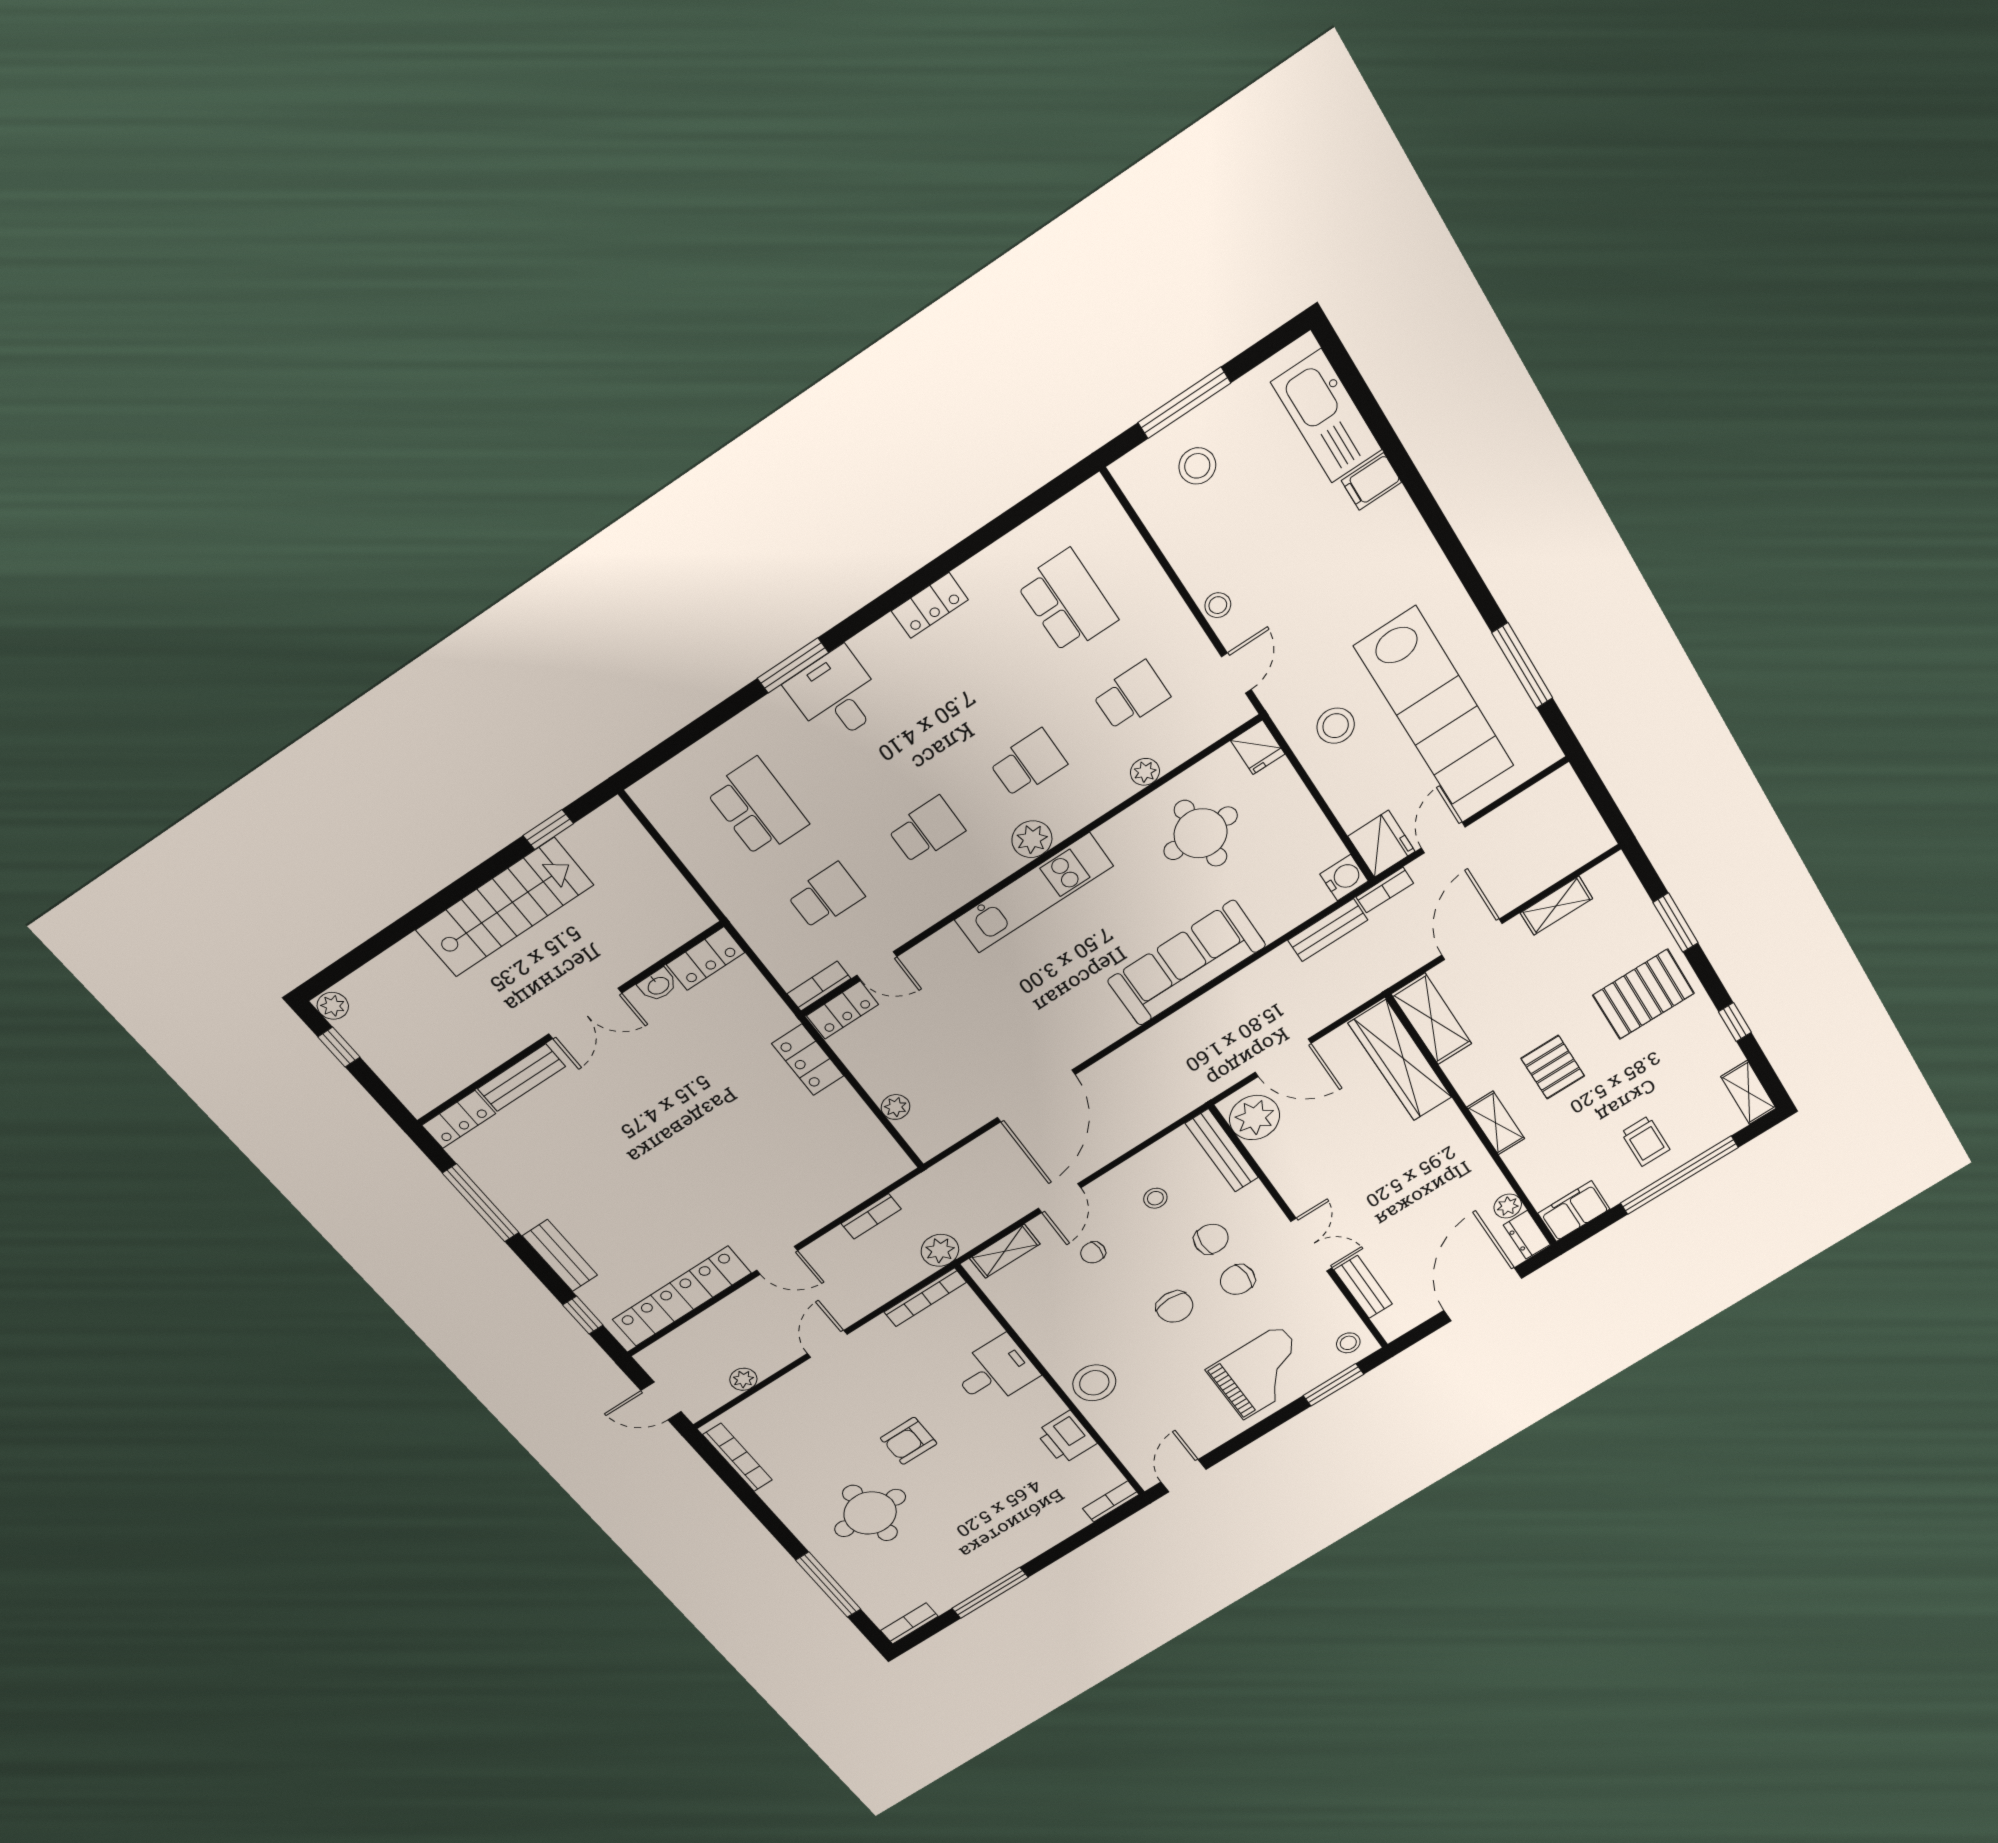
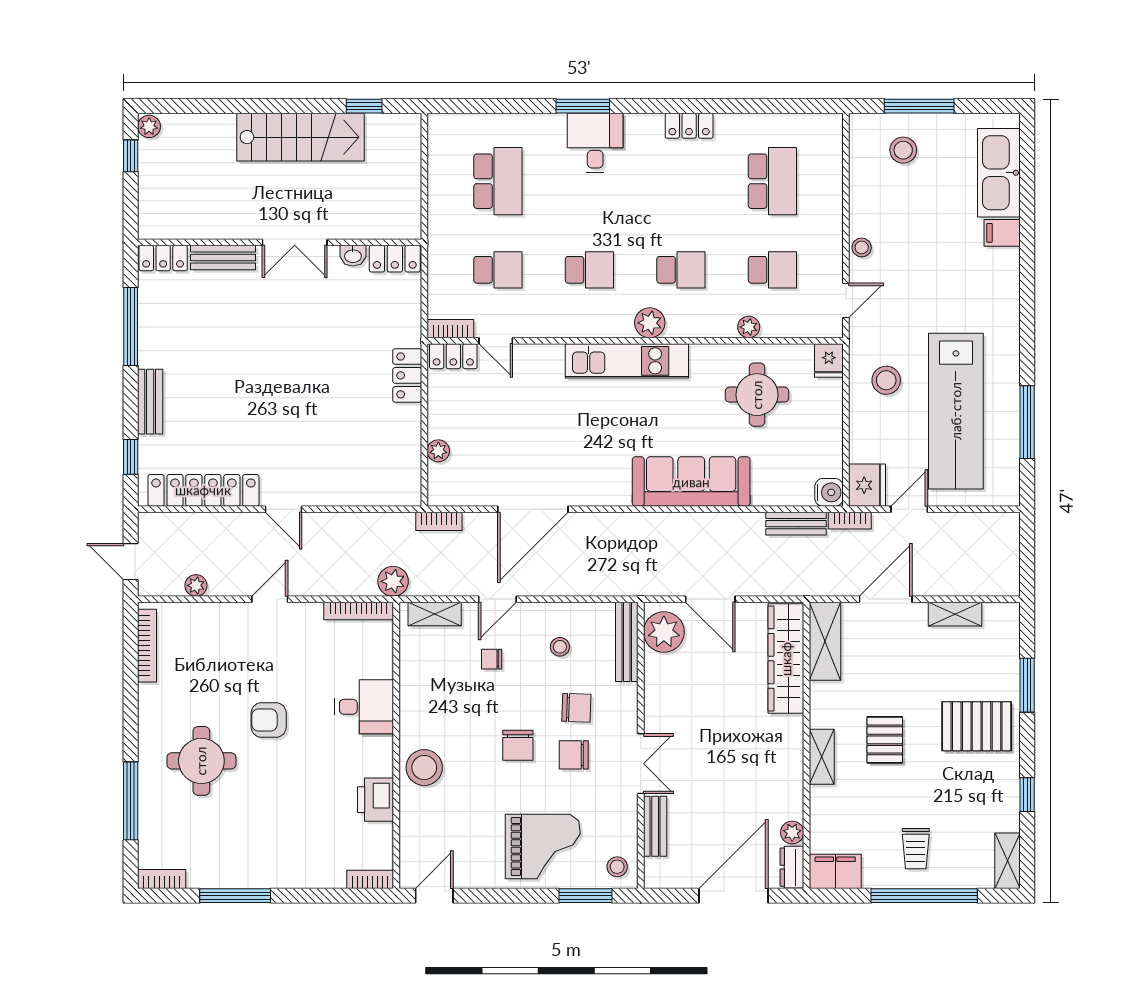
bookcase: (871, 1216) -> (439, 521), moved

